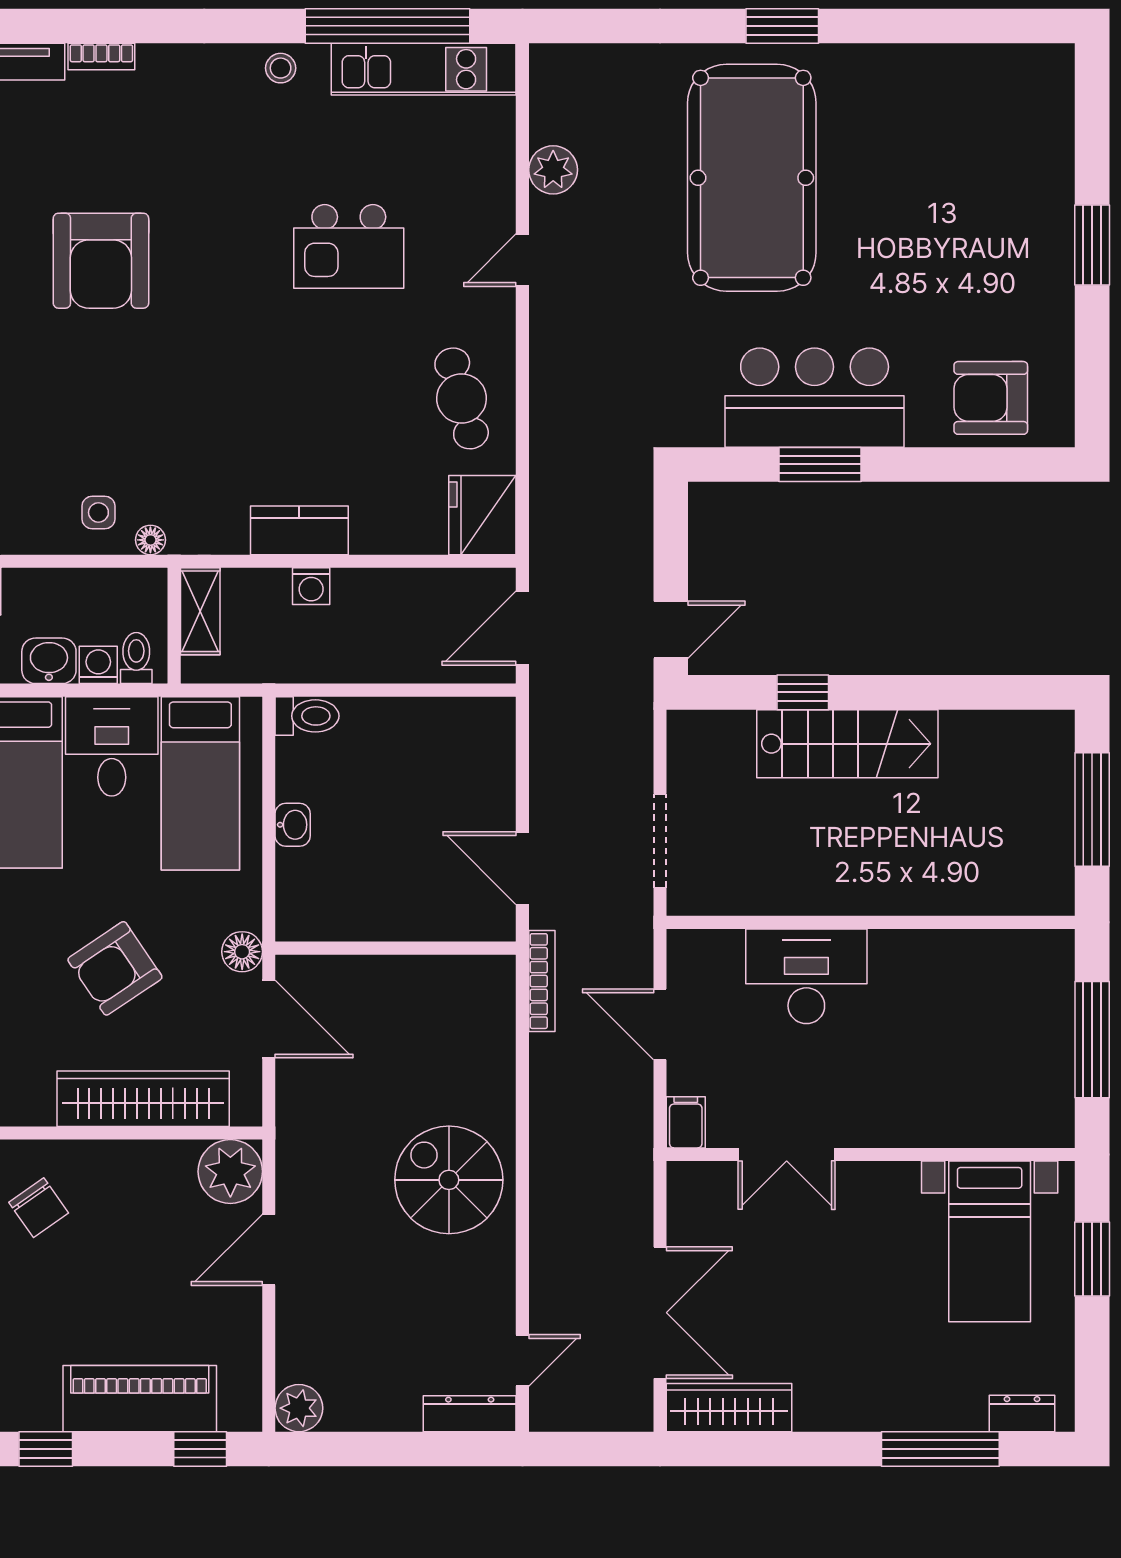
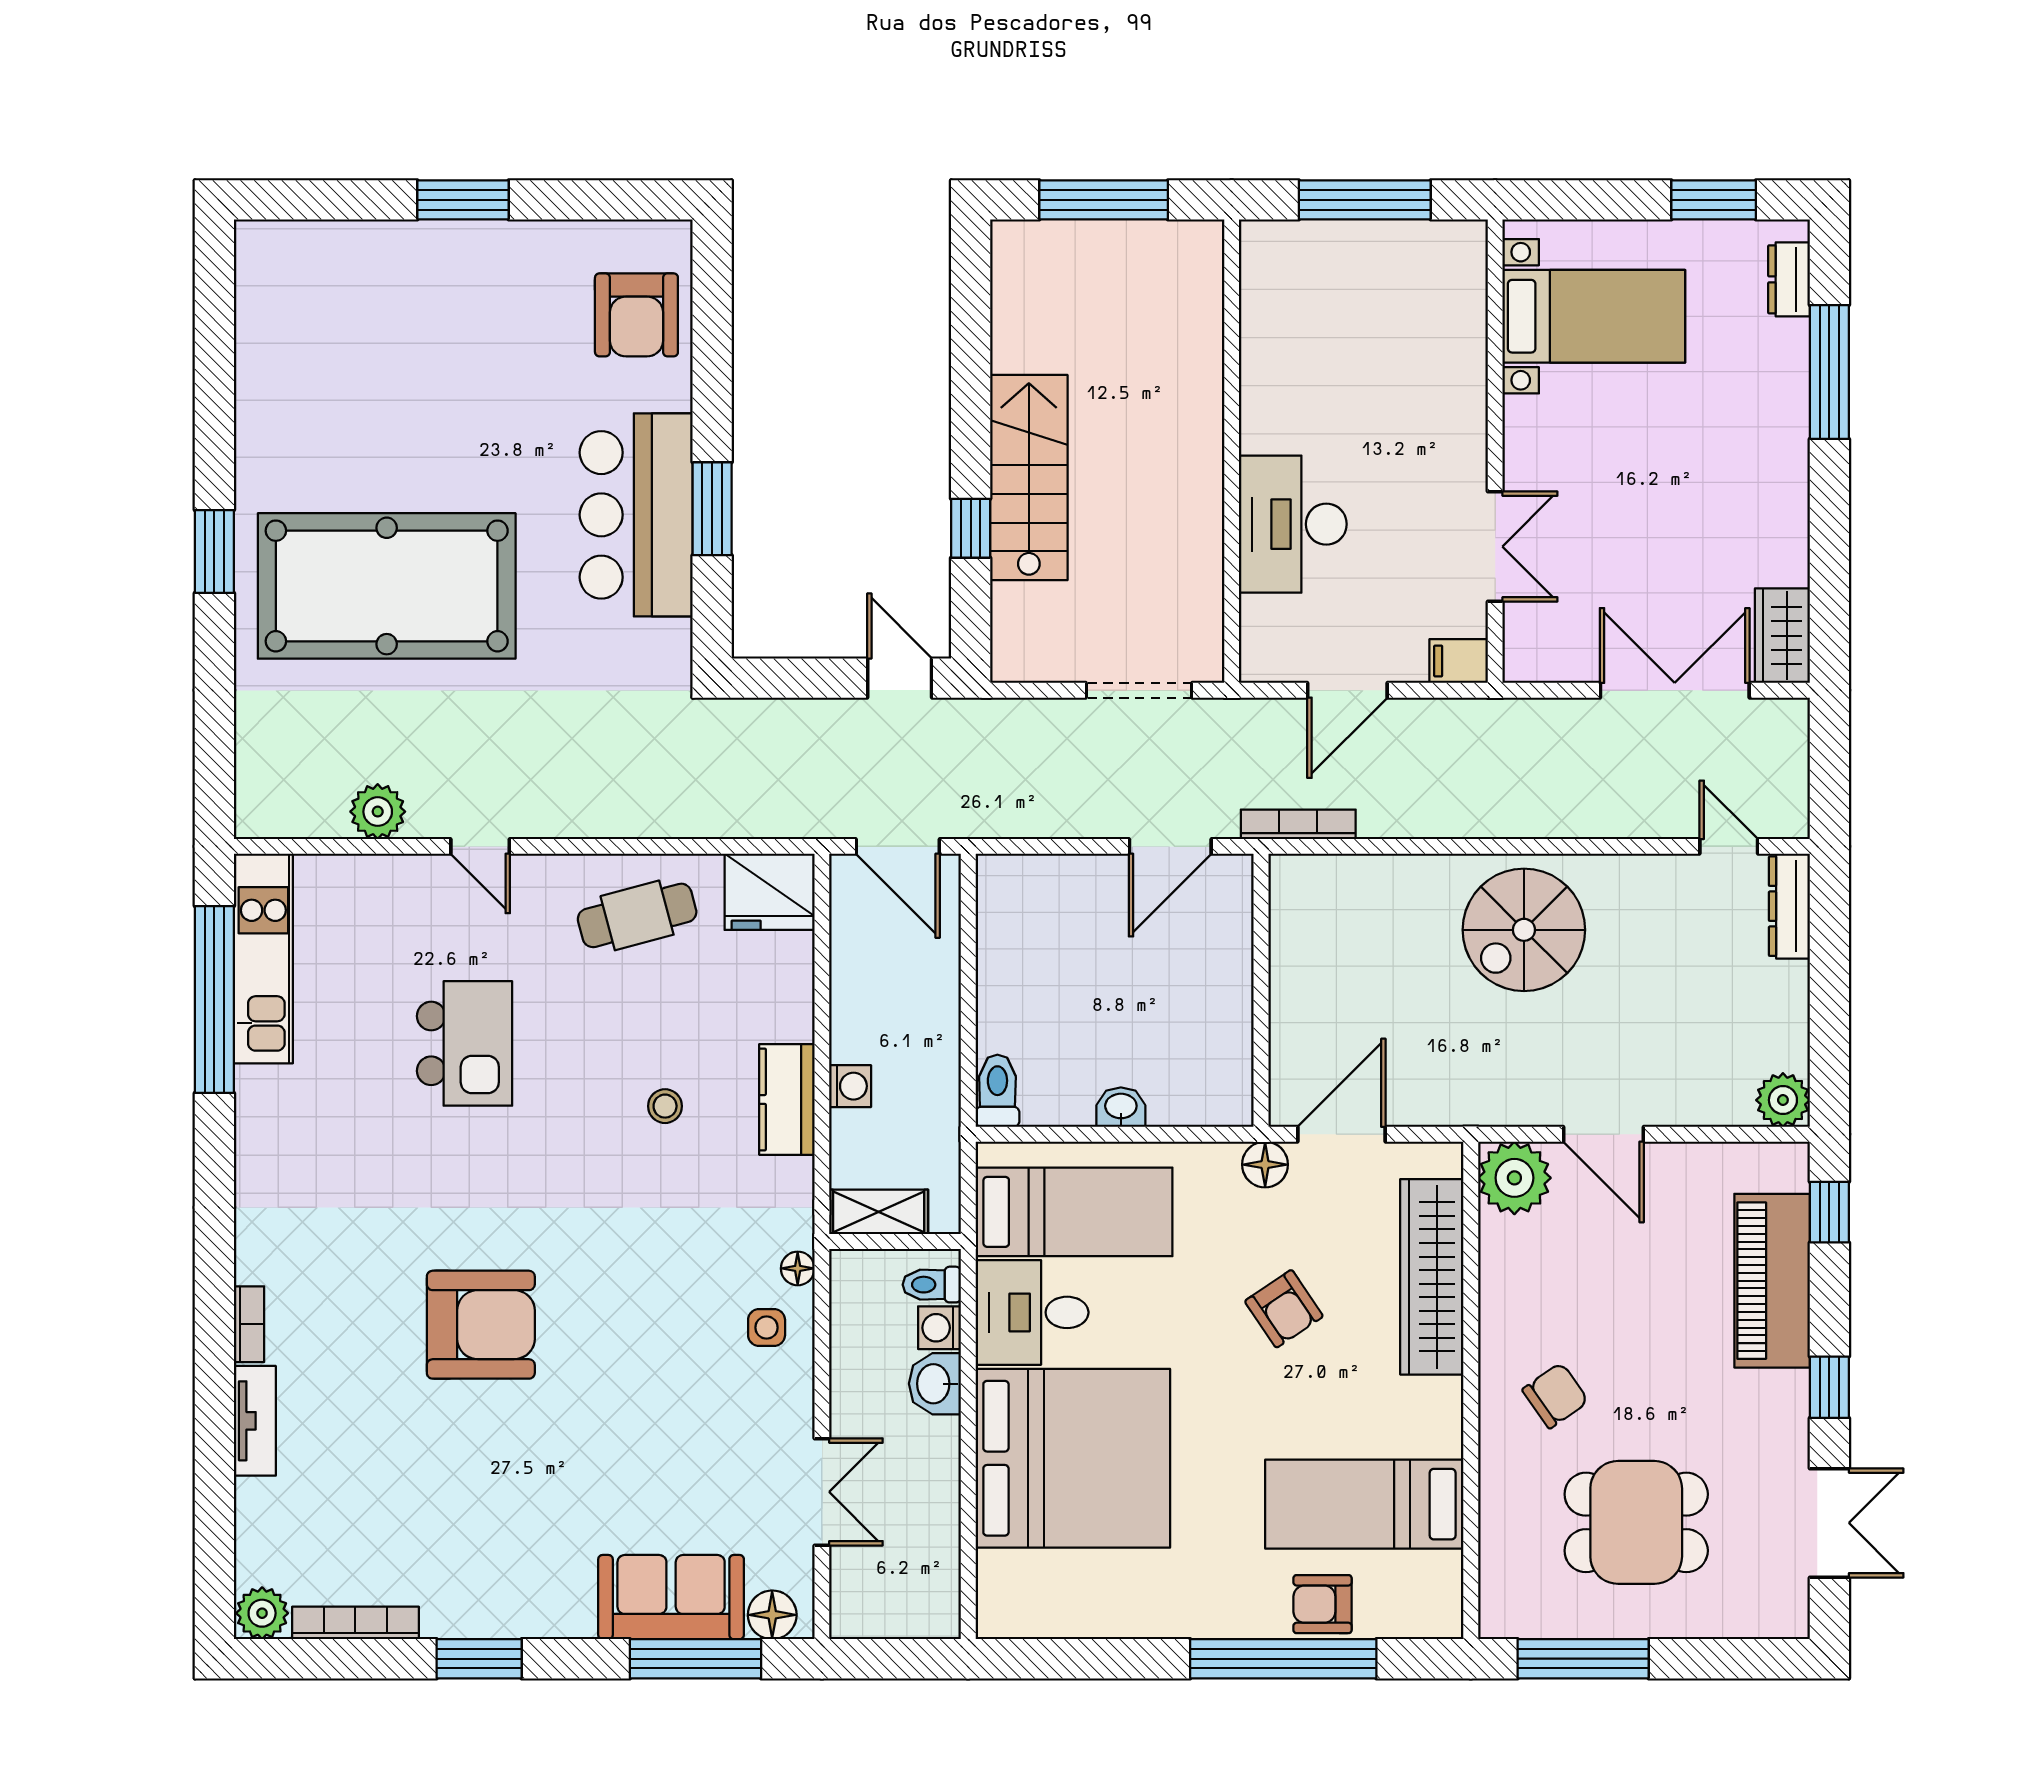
stool: (281, 68) -> (665, 1106), moved
armchair: (115, 968) -> (1284, 1309), width x0.72, depth x0.72
window: (1092, 1259) -> (1714, 200), moved
wardrobe: (729, 1408) -> (1782, 636), width x0.67

